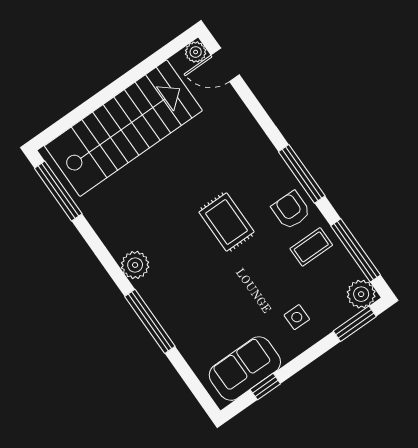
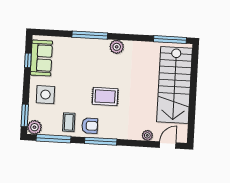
plant: (196, 52) -> (147, 135), moved
side table: (297, 317) -> (45, 95), width x1.87, depth x1.87

